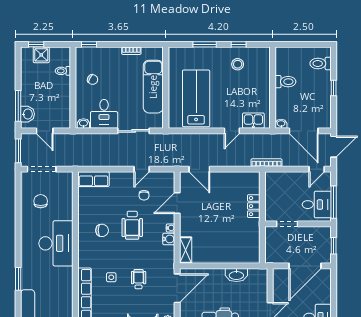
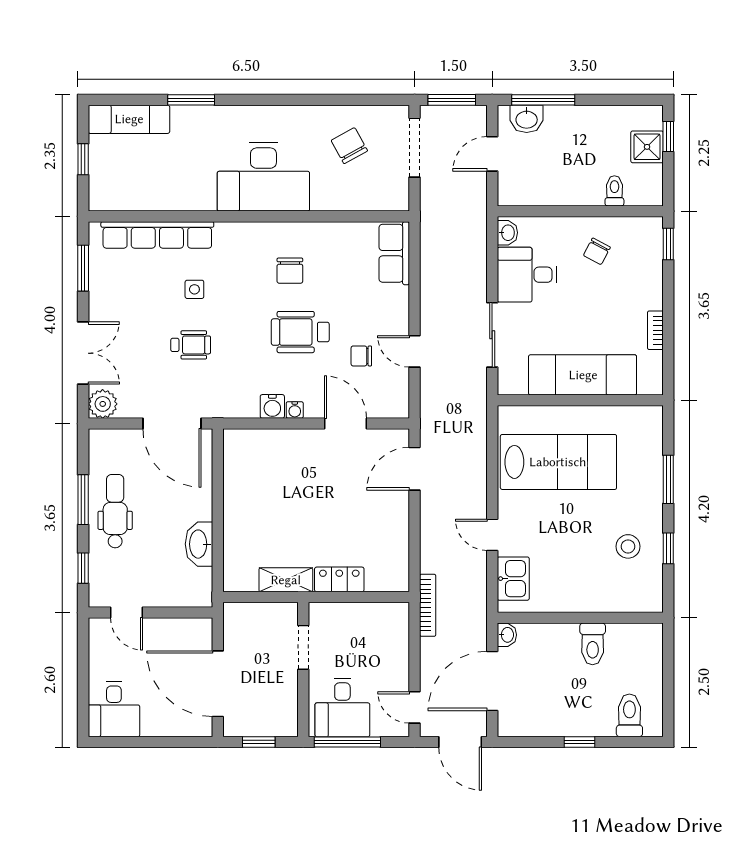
chair: (41, 201) -> (349, 146), turned -119
shelving: (186, 250) -> (286, 580), moved

